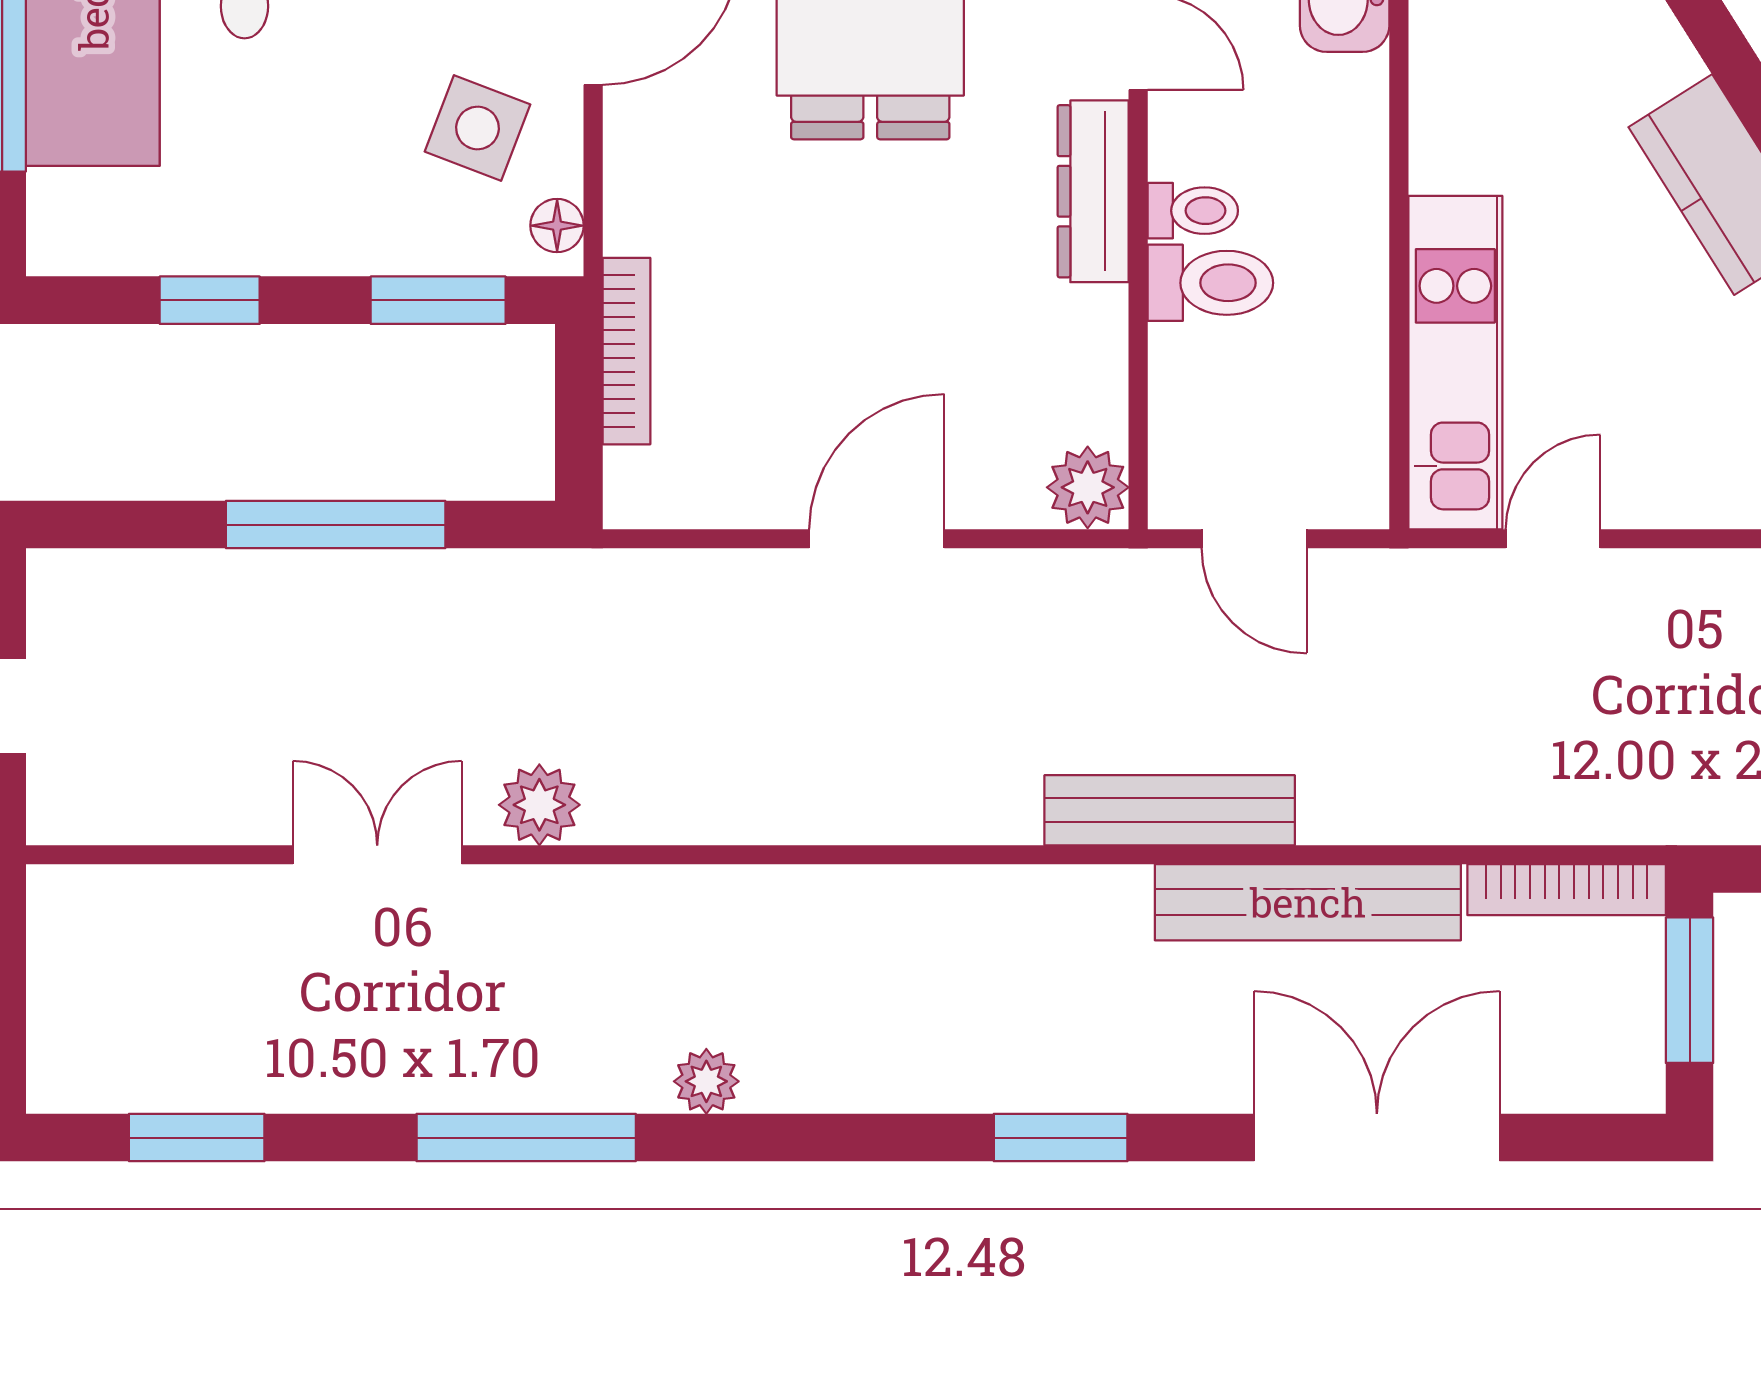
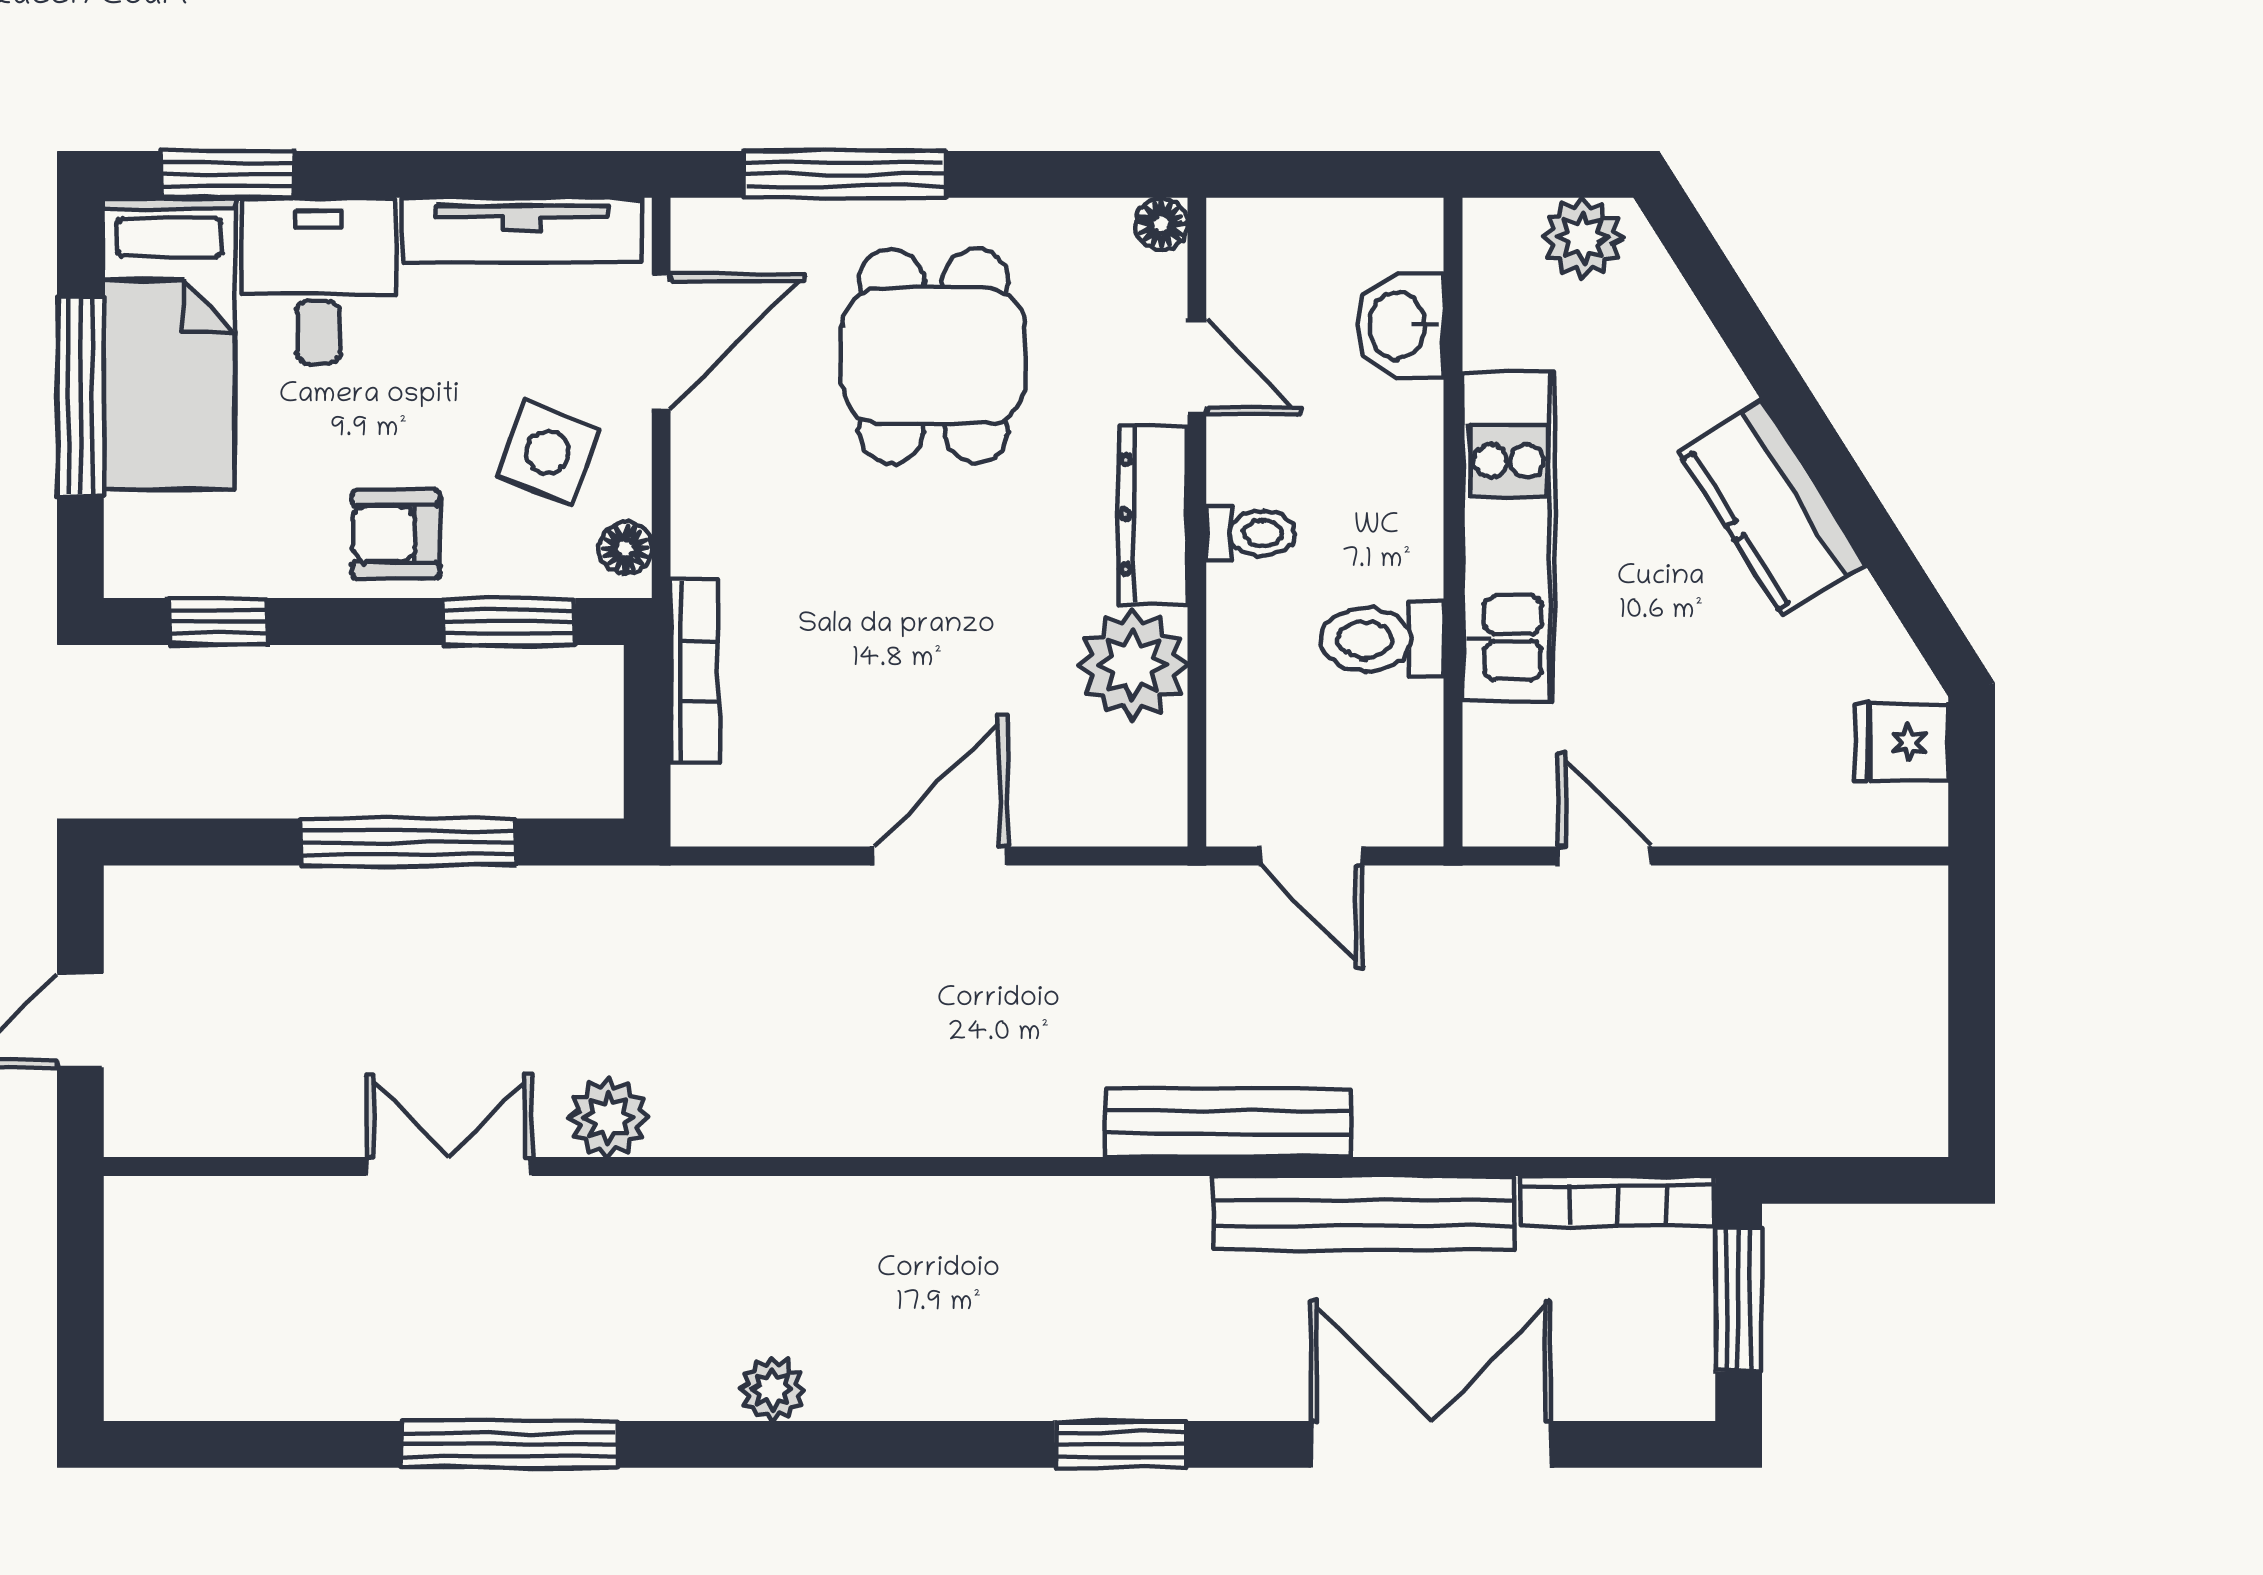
armchair: (323, 211) -> (396, 534), added
toilet: (1210, 283) -> (1382, 640), moved, turned 180
window: (210, 300) -> (218, 621), moved
kitchen unit: (1455, 363) -> (1508, 536), moved
plant: (1088, 487) -> (1133, 665), moved, width x1.36, depth x1.36
door: (1553, 539) -> (1605, 856), hinge flipped
window: (197, 1138) -> (272, 1444), removed
window: (526, 1138) -> (509, 1444), moved

